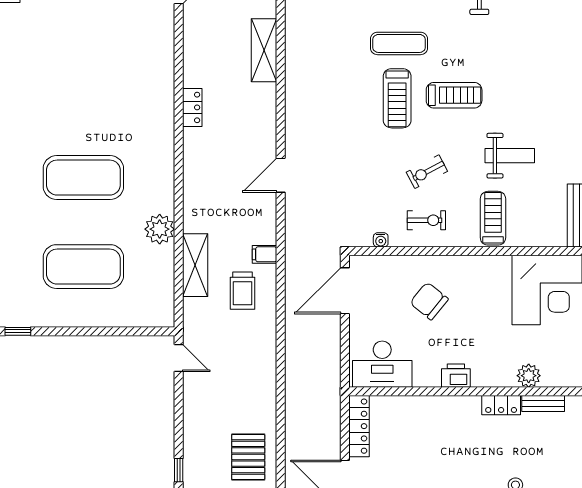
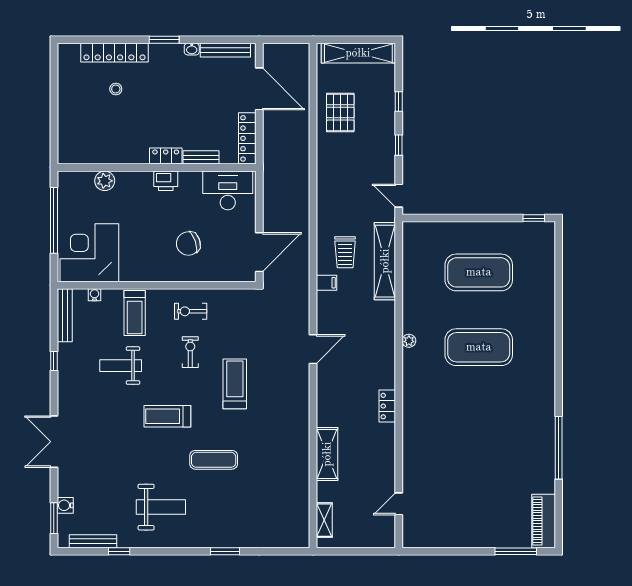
treadmill: (397, 98) -> (235, 384), moved
exercise bike: (427, 172) -> (190, 352), turned -62
plant: (160, 229) -> (409, 341), moved, width x0.53, depth x0.53
water cooler: (381, 240) -> (95, 295), moved
shelving: (195, 265) -> (385, 261), width x1.47
trolley: (242, 291) -> (345, 252), turned 180
chair: (429, 301) -> (188, 243), turned 122
bench: (543, 403) -> (201, 157), moved
locker: (501, 405) -> (166, 156), moved
window: (179, 418) -> (399, 145), added

